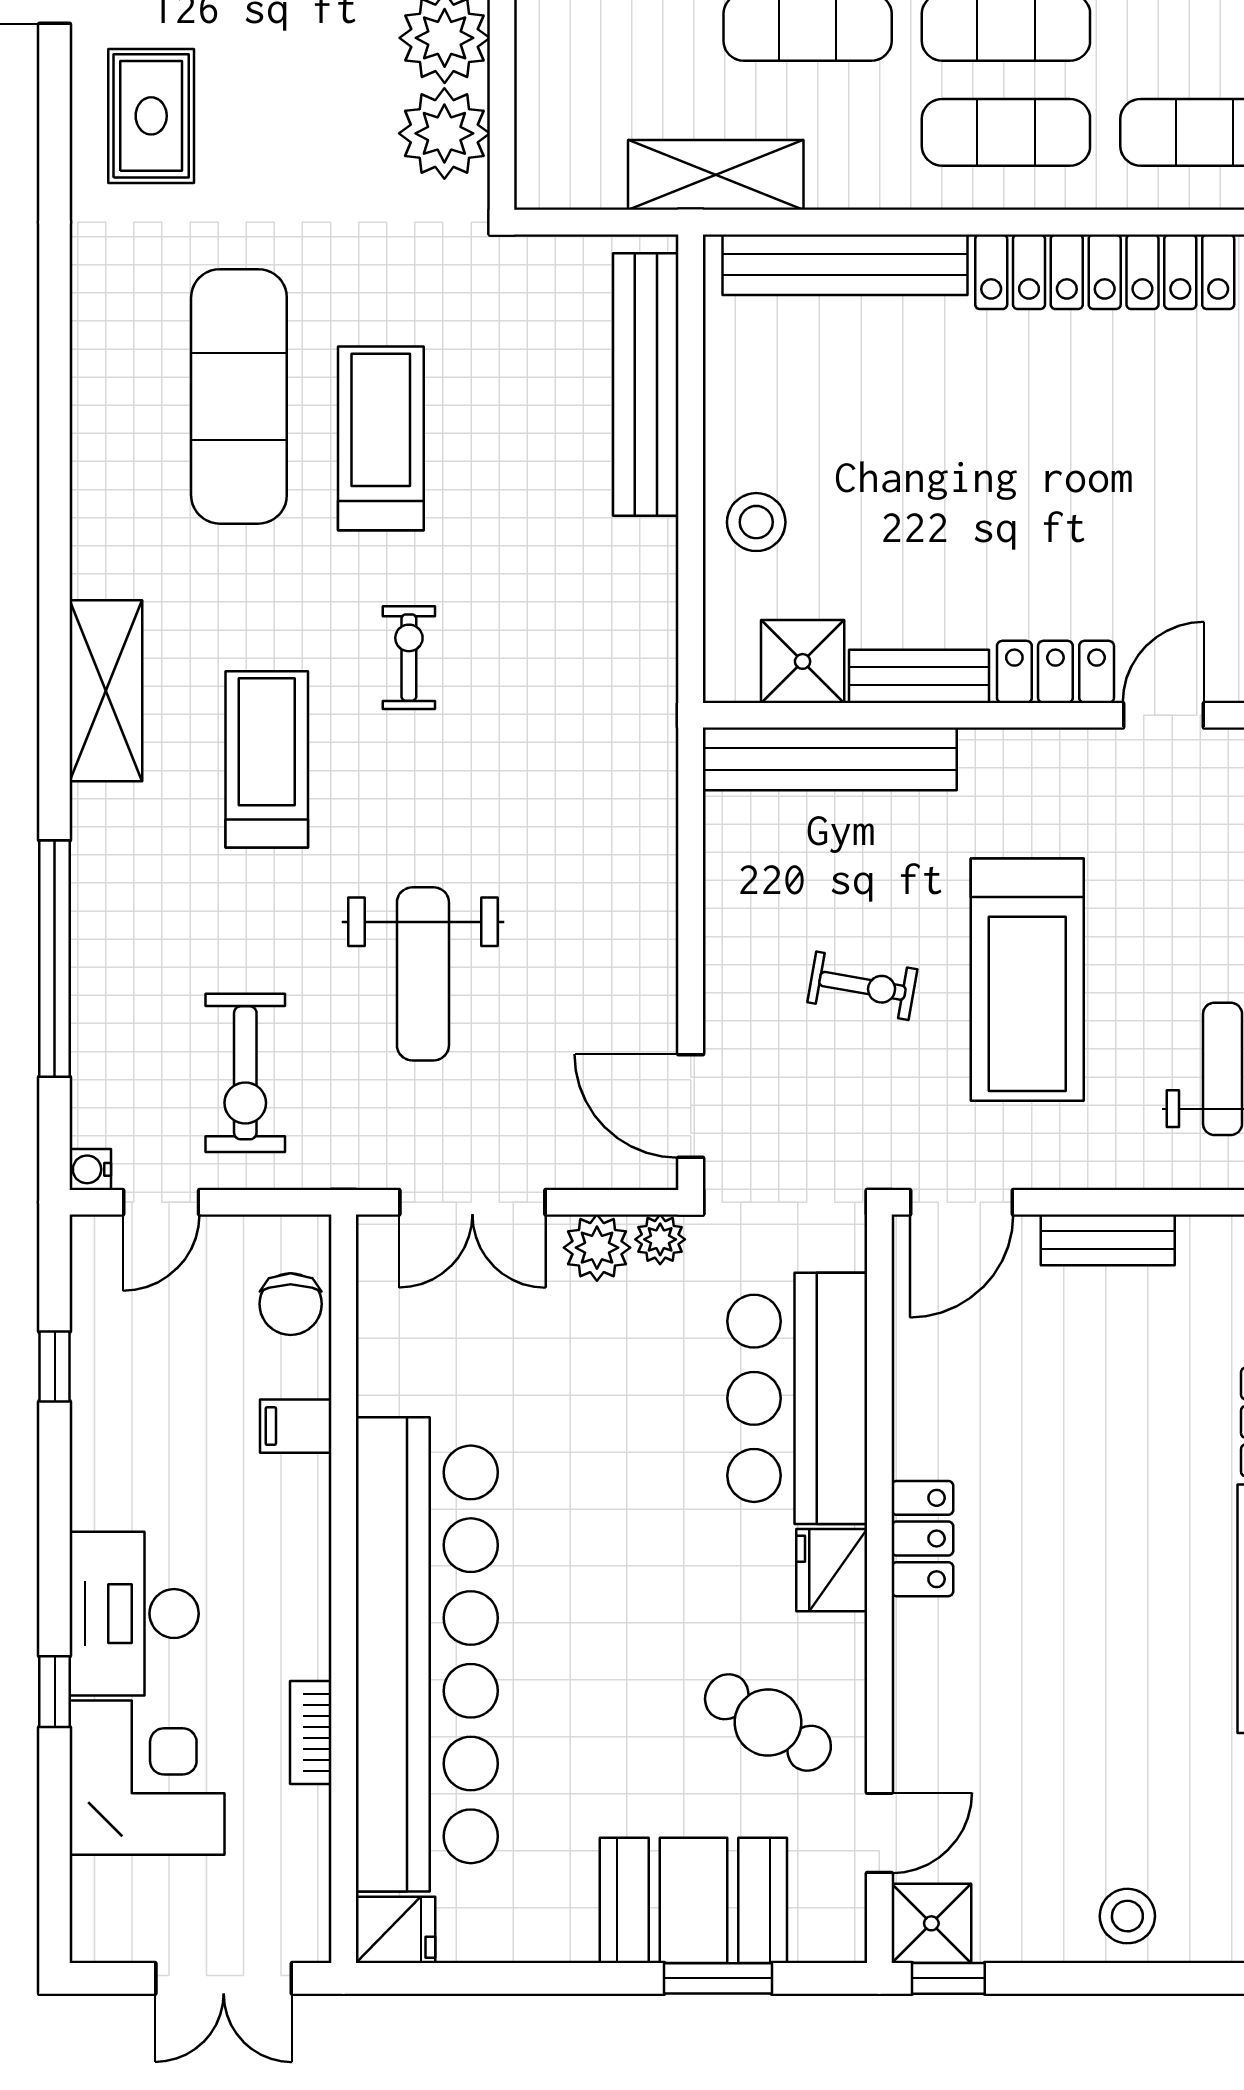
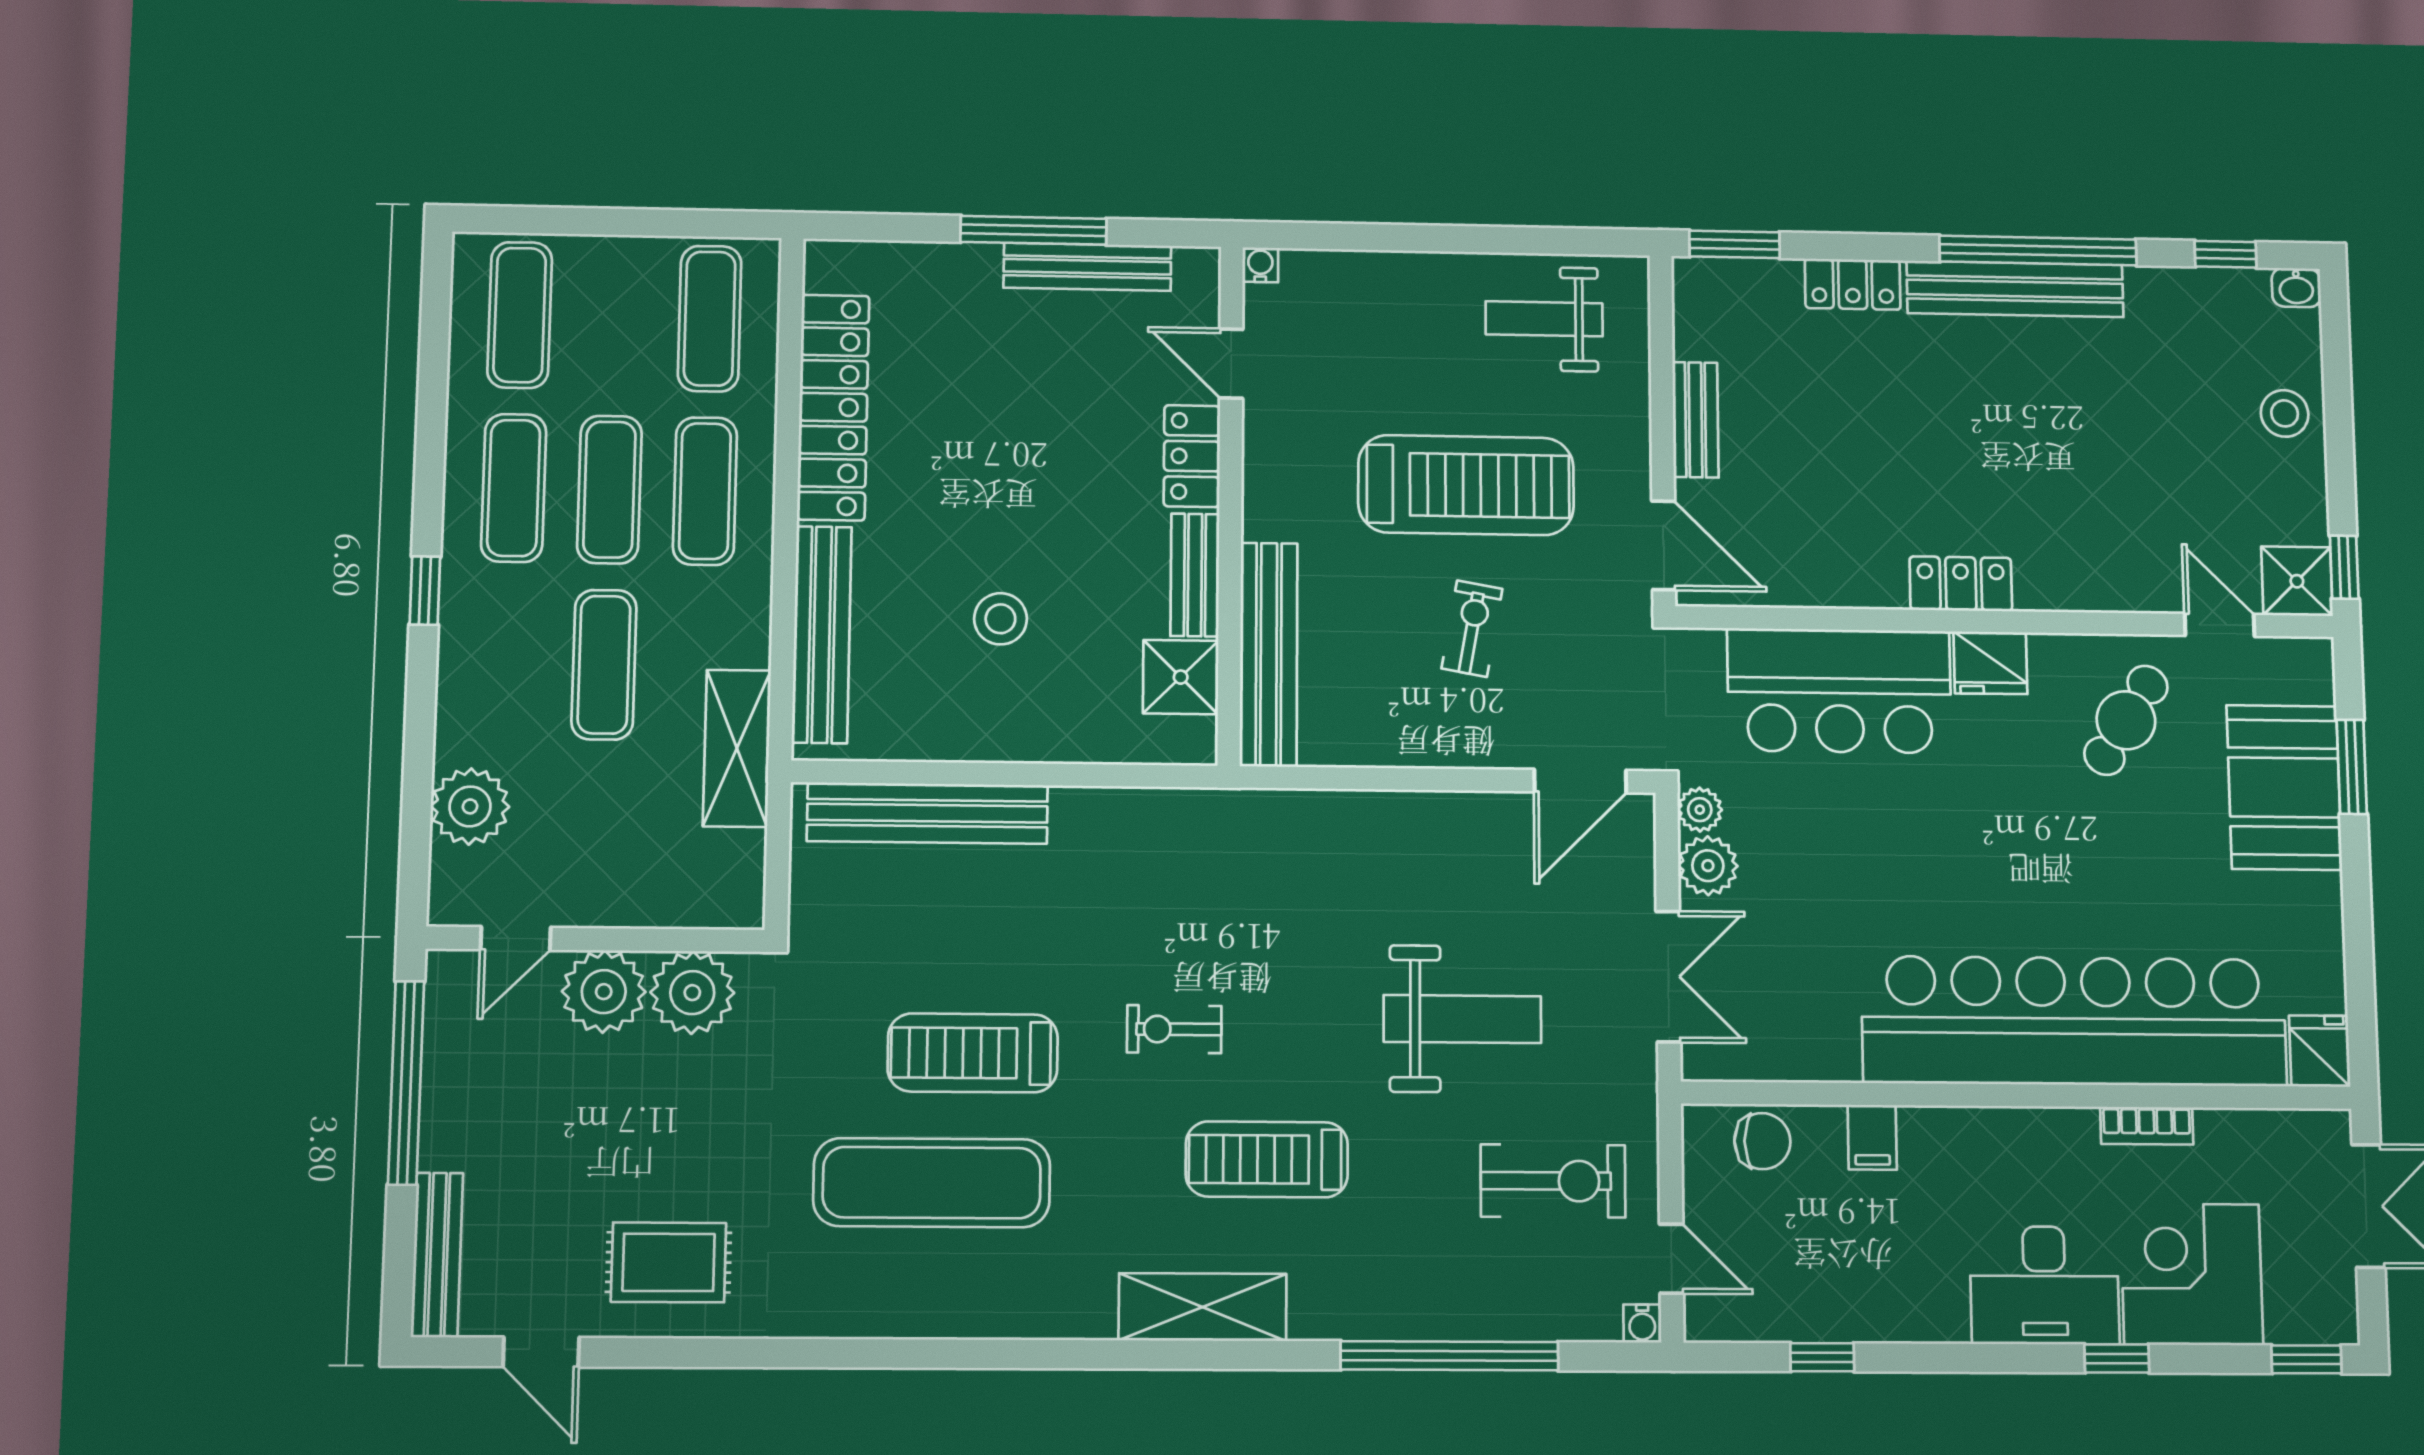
stool: (756, 522) -> (1000, 619), moved
window: (55, 1903) -> (2306, 1359), added

